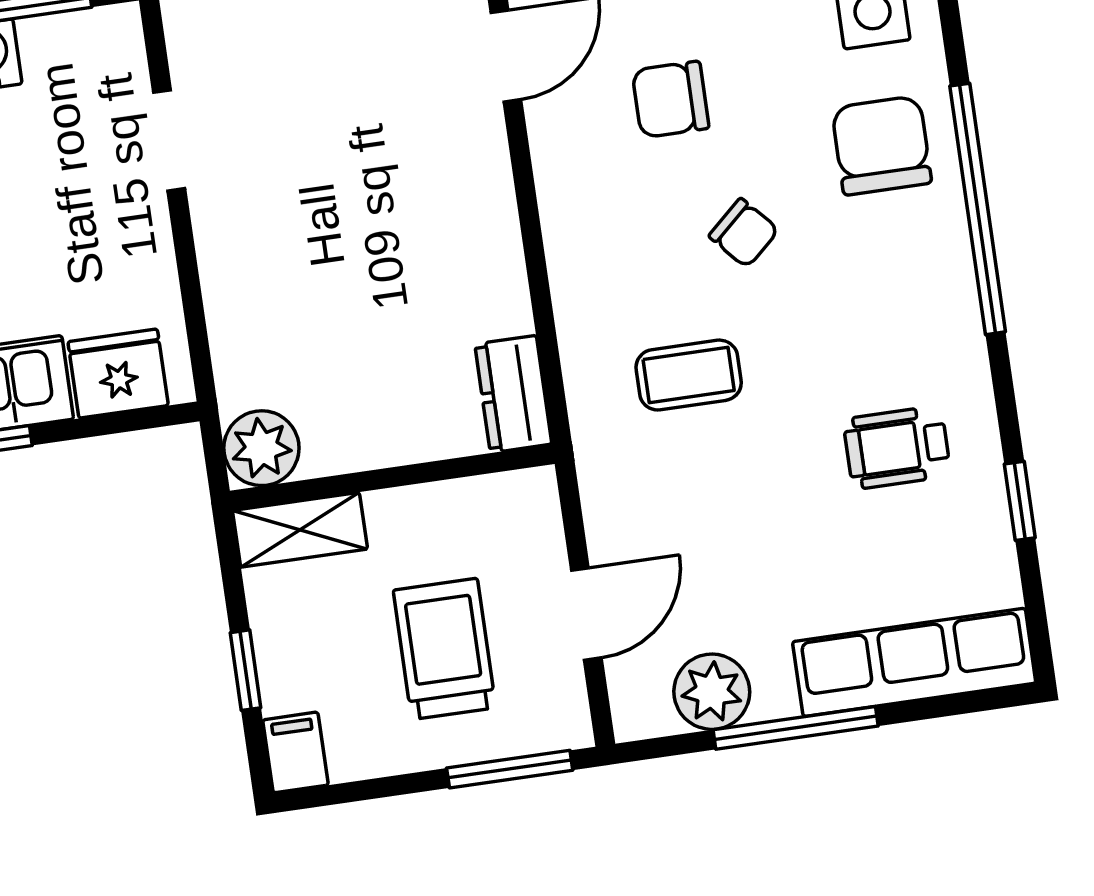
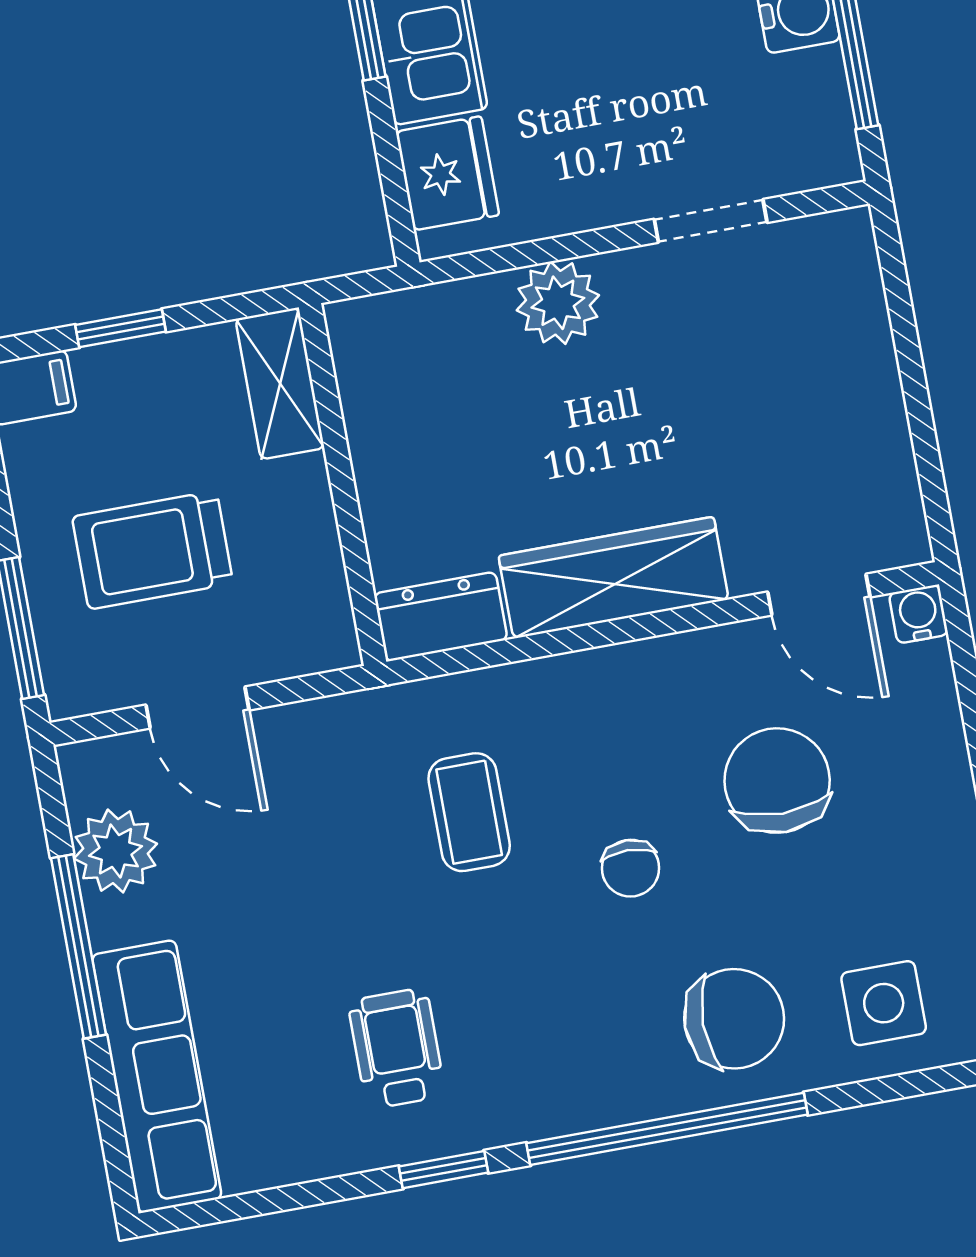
chair: (670, 99) -> (777, 781), width x1.37, depth x1.37
chair: (744, 233) -> (630, 868), turned -47
wardrobe: (484, 239) -> (614, 578), added
plant: (261, 448) -> (558, 303), moved
window: (1020, 501) -> (443, 1170), moved
trolley: (444, 649) -> (153, 550), turned 180

